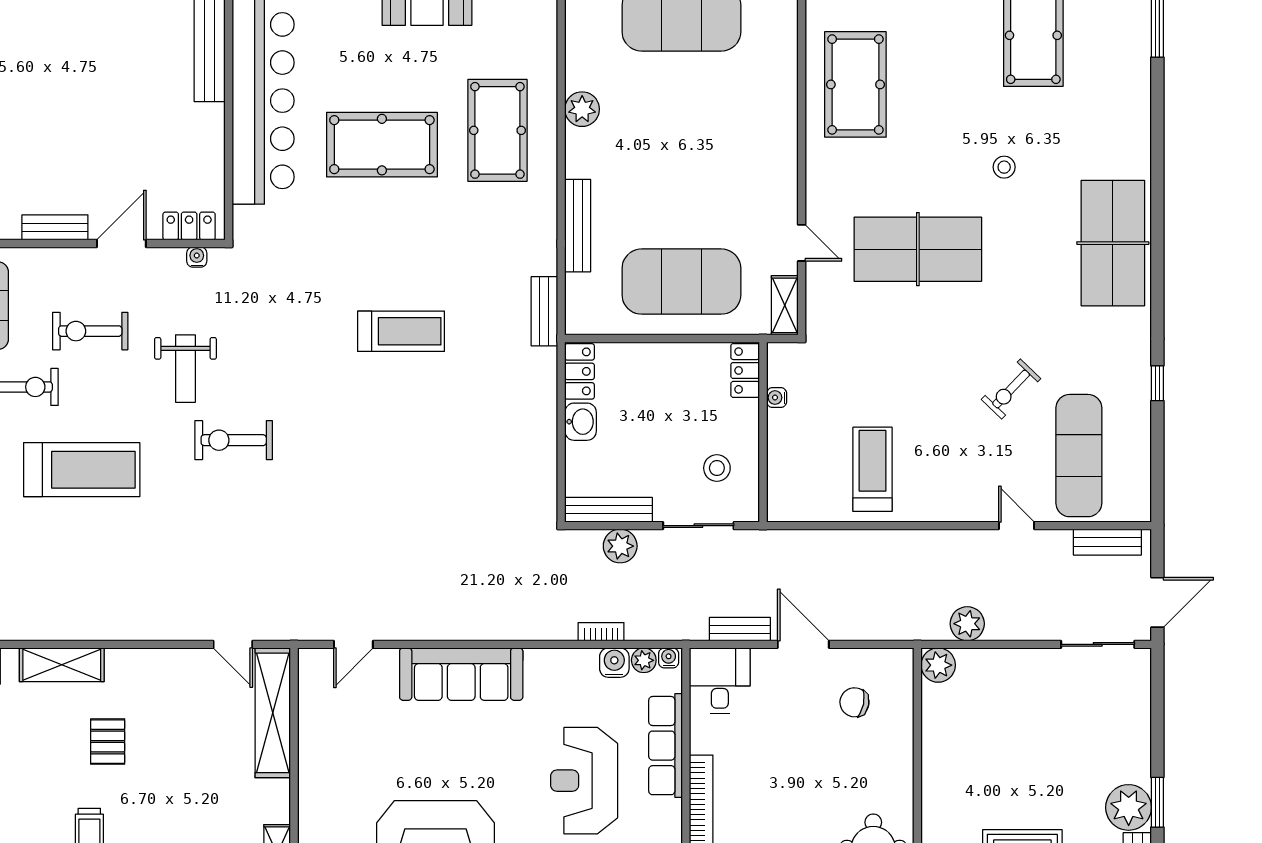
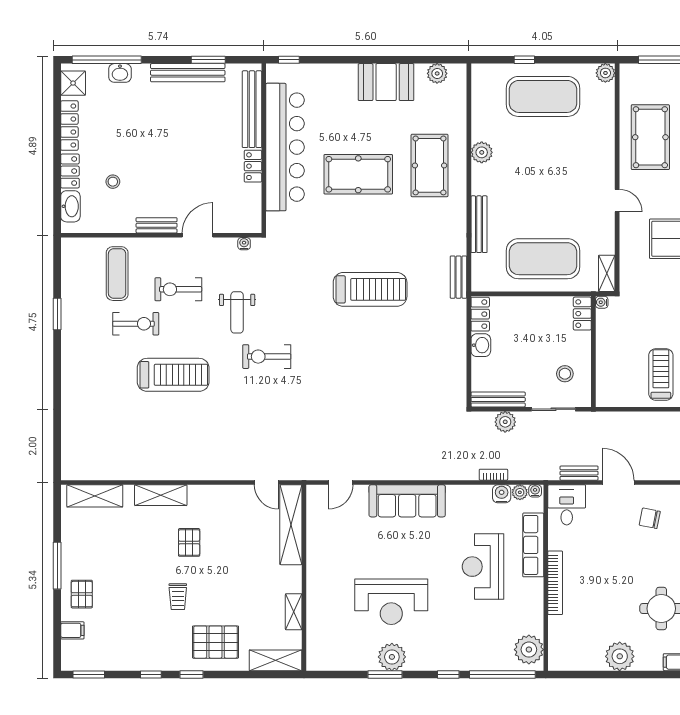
locker: (189, 226) -> (253, 166), moved, turned -90
door: (802, 243) -> (617, 201), moved
treadmill: (401, 331) -> (370, 289), width x1.37, depth x1.38
water cooler: (777, 398) -> (602, 302), moved

